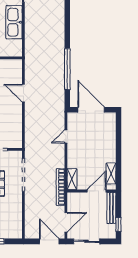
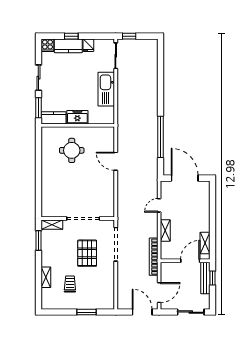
shelving: (72, 179) -> (165, 230), moved
window: (118, 224) -> (212, 278), moved
sliding door: (87, 241) -> (191, 312), moved

